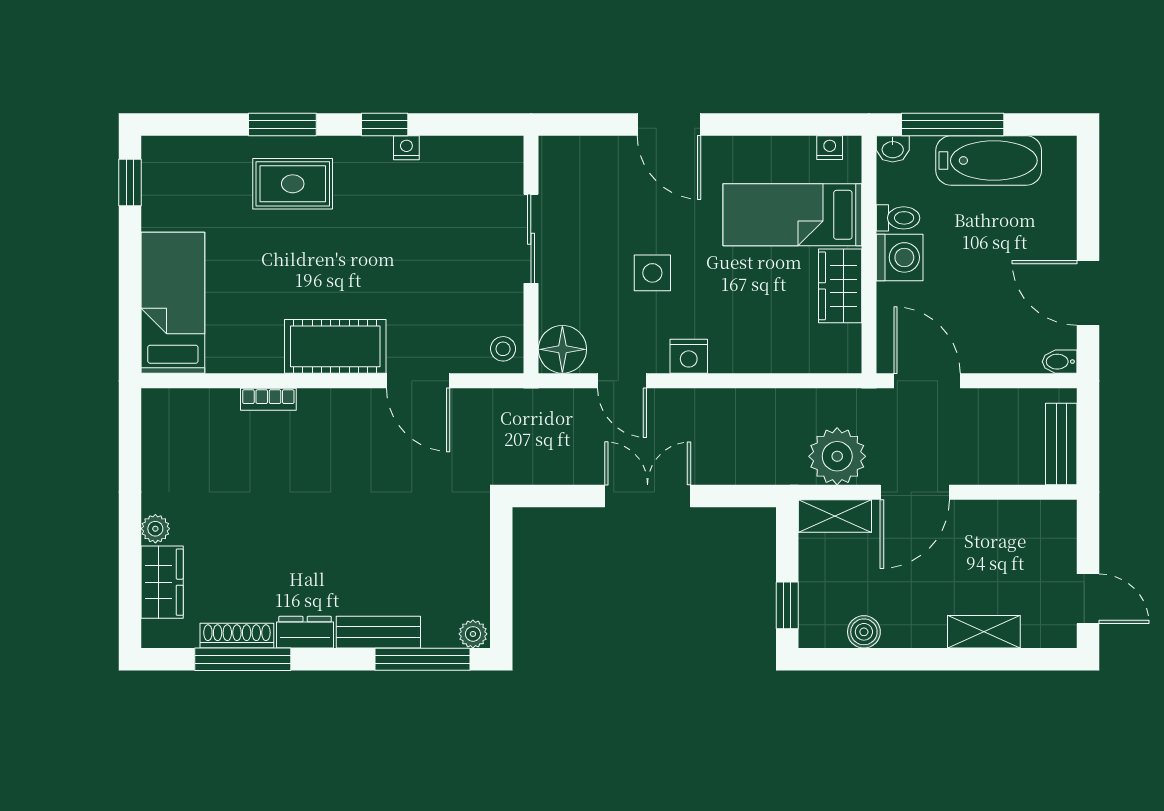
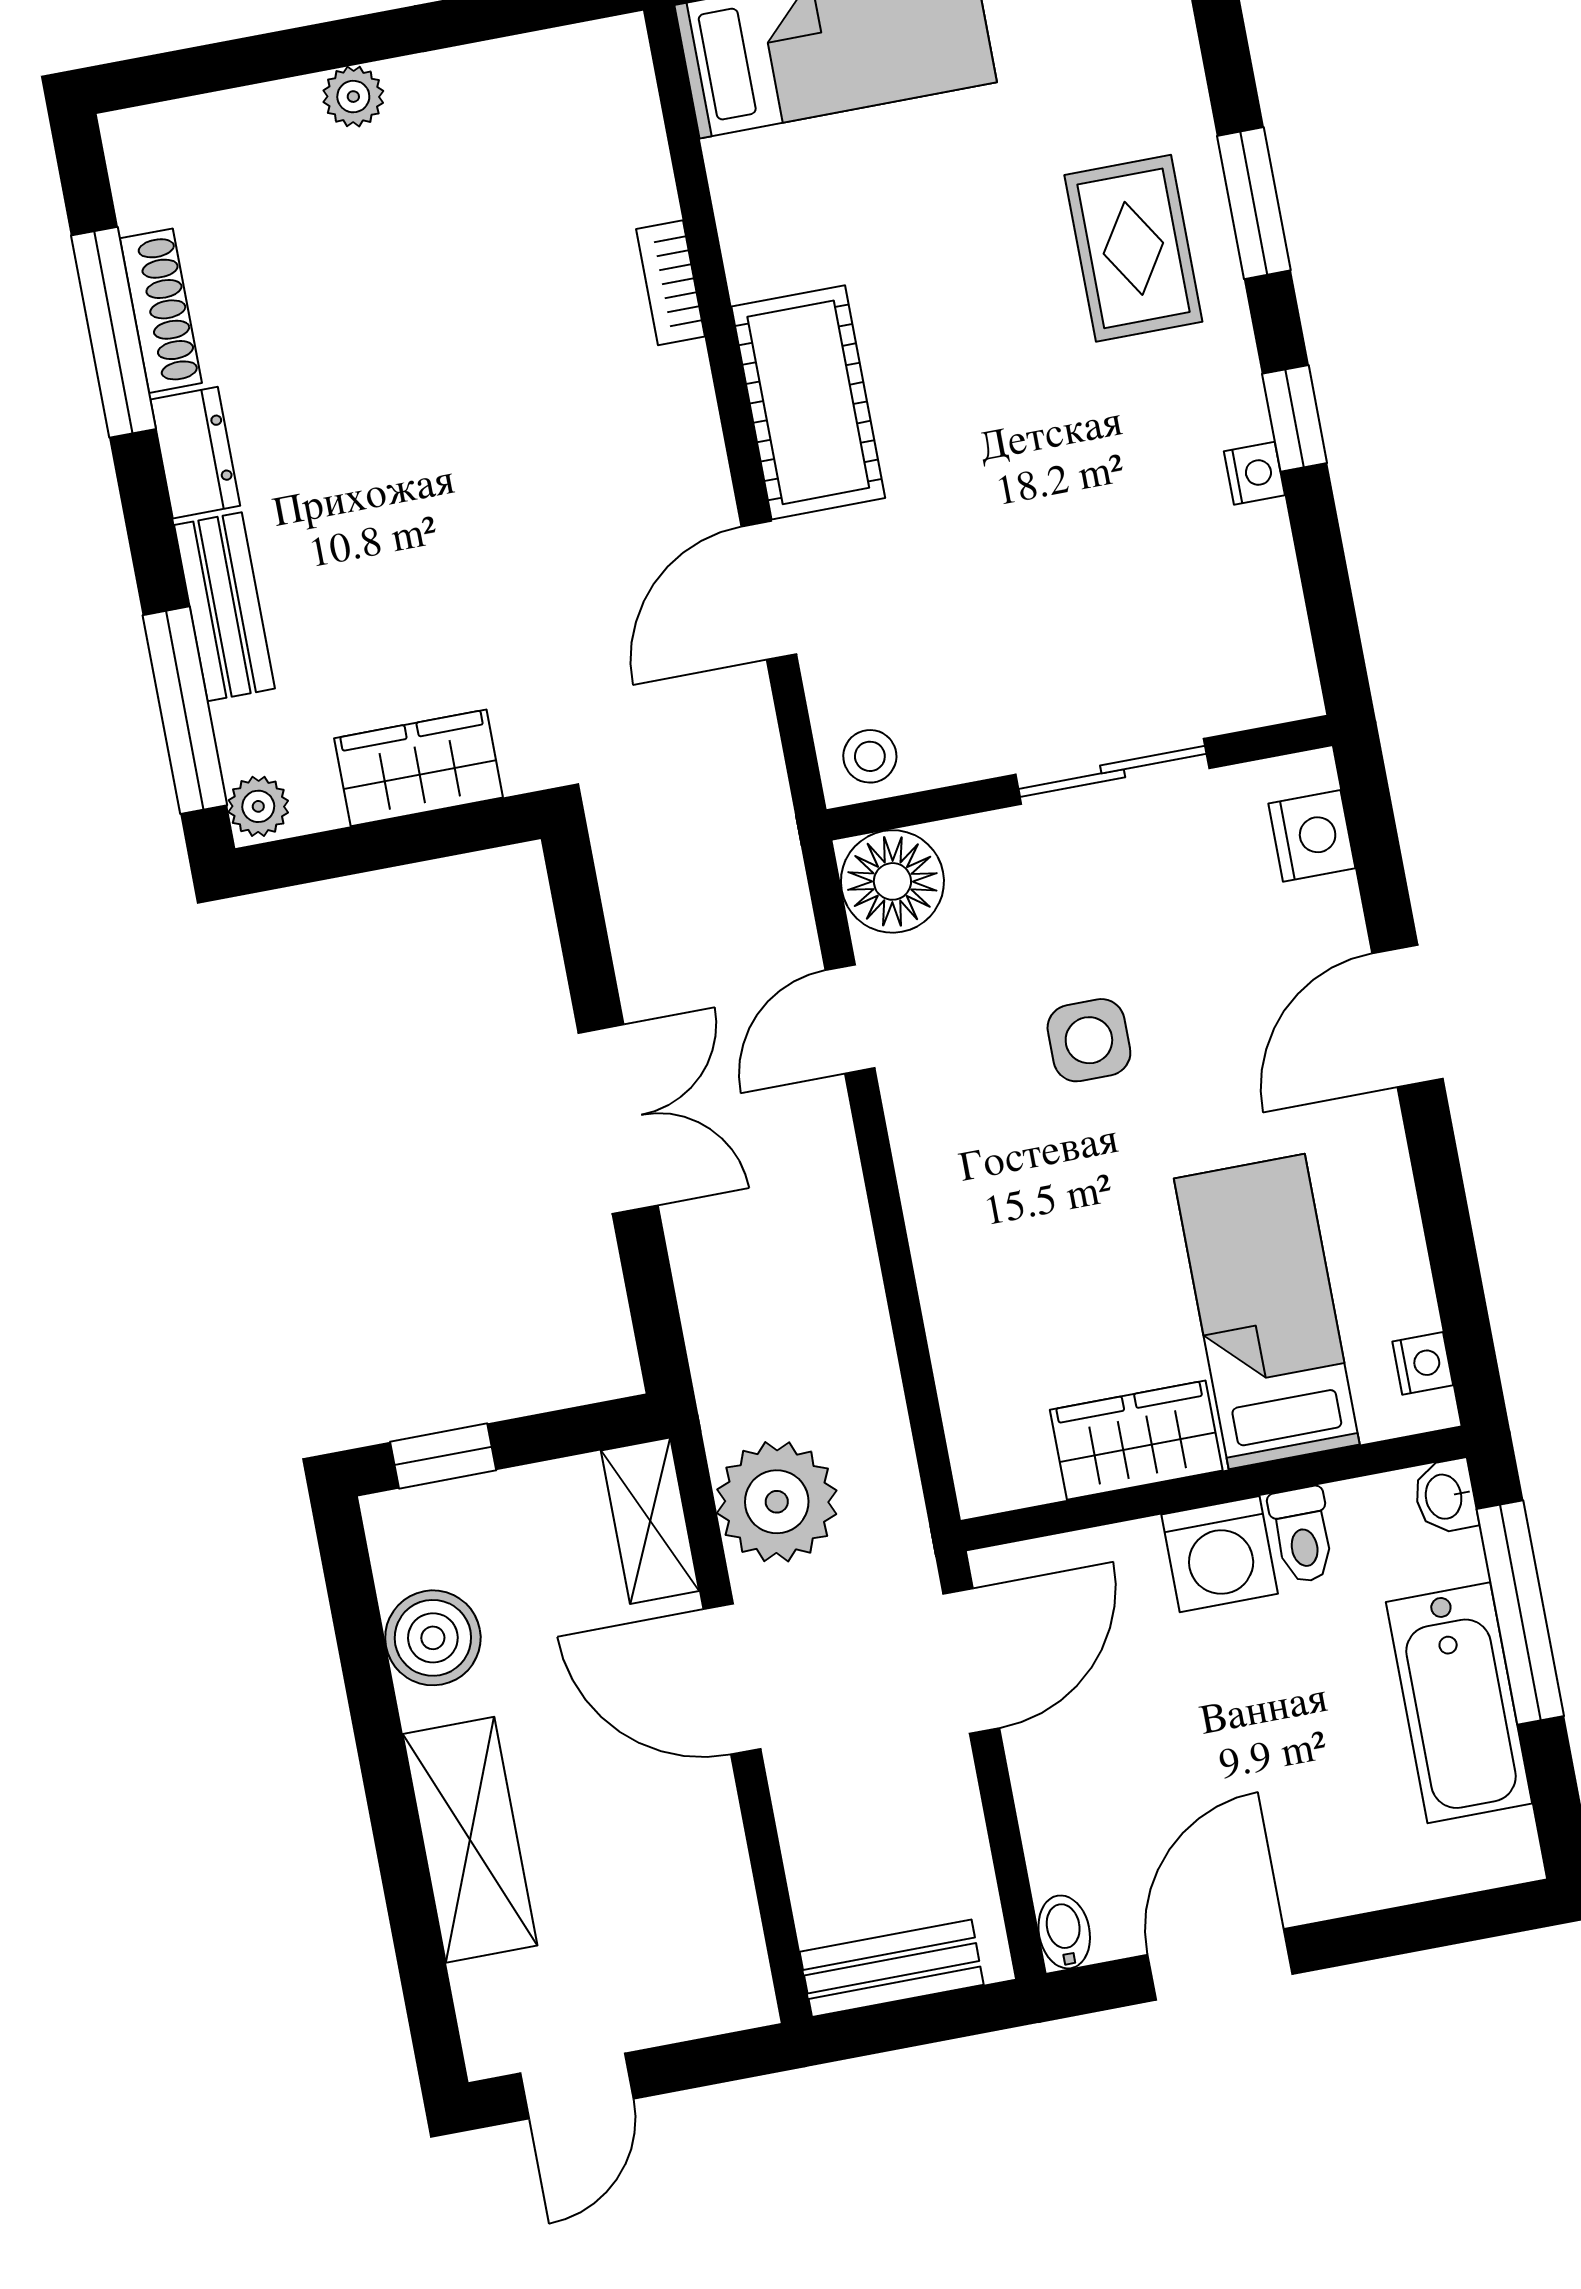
nightstand: (689, 356) -> (1312, 836), moved, turned 180
wardrobe: (162, 582) -> (419, 768), moved, turned 180
boiler: (864, 632) -> (433, 1638), width x1.36, depth x1.36
shelving: (984, 632) -> (470, 1840), width x1.50, depth x1.33

